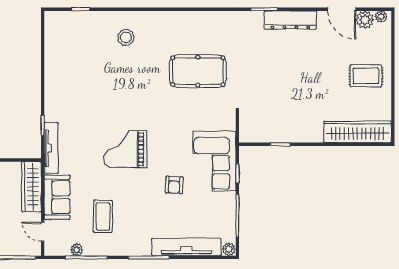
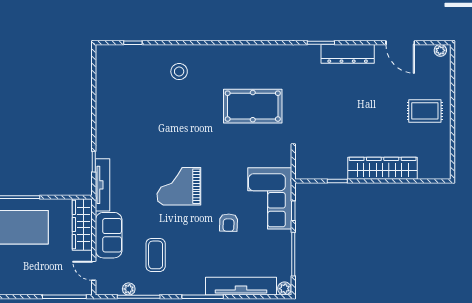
plant: (365, 20) -> (424, 53), removed
wardrobe: (357, 132) -> (383, 168), moved

